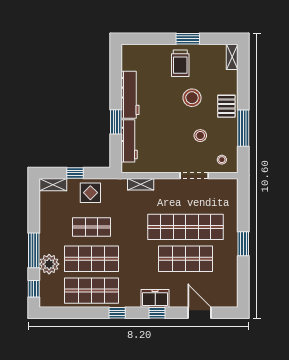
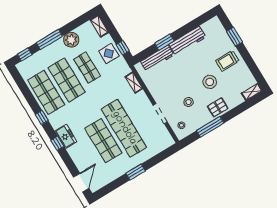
window: (188, 39) -> (234, 37), moved
window: (75, 173) -> (123, 48), moved
plant: (49, 264) -> (71, 40), moved
door: (199, 313) -> (81, 183), moved

